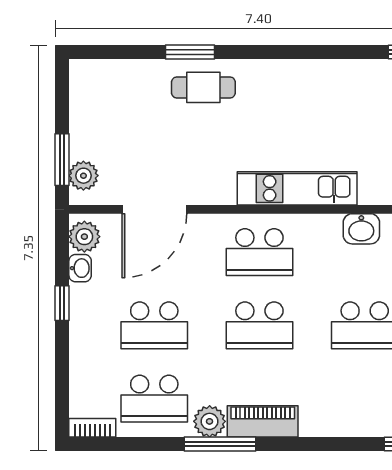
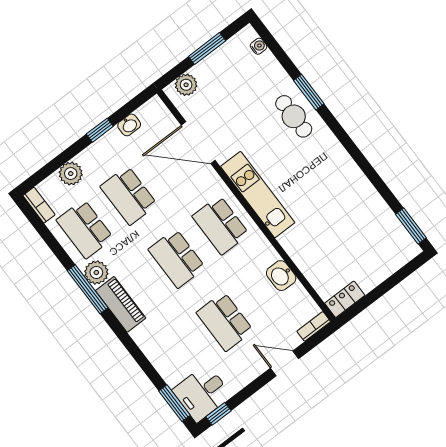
water cooler: (101, 68) -> (259, 46), added
window: (62, 160) -> (207, 49), moved
kitchen unit: (297, 188) -> (258, 195), moved
plant: (84, 237) -> (71, 174), moved

